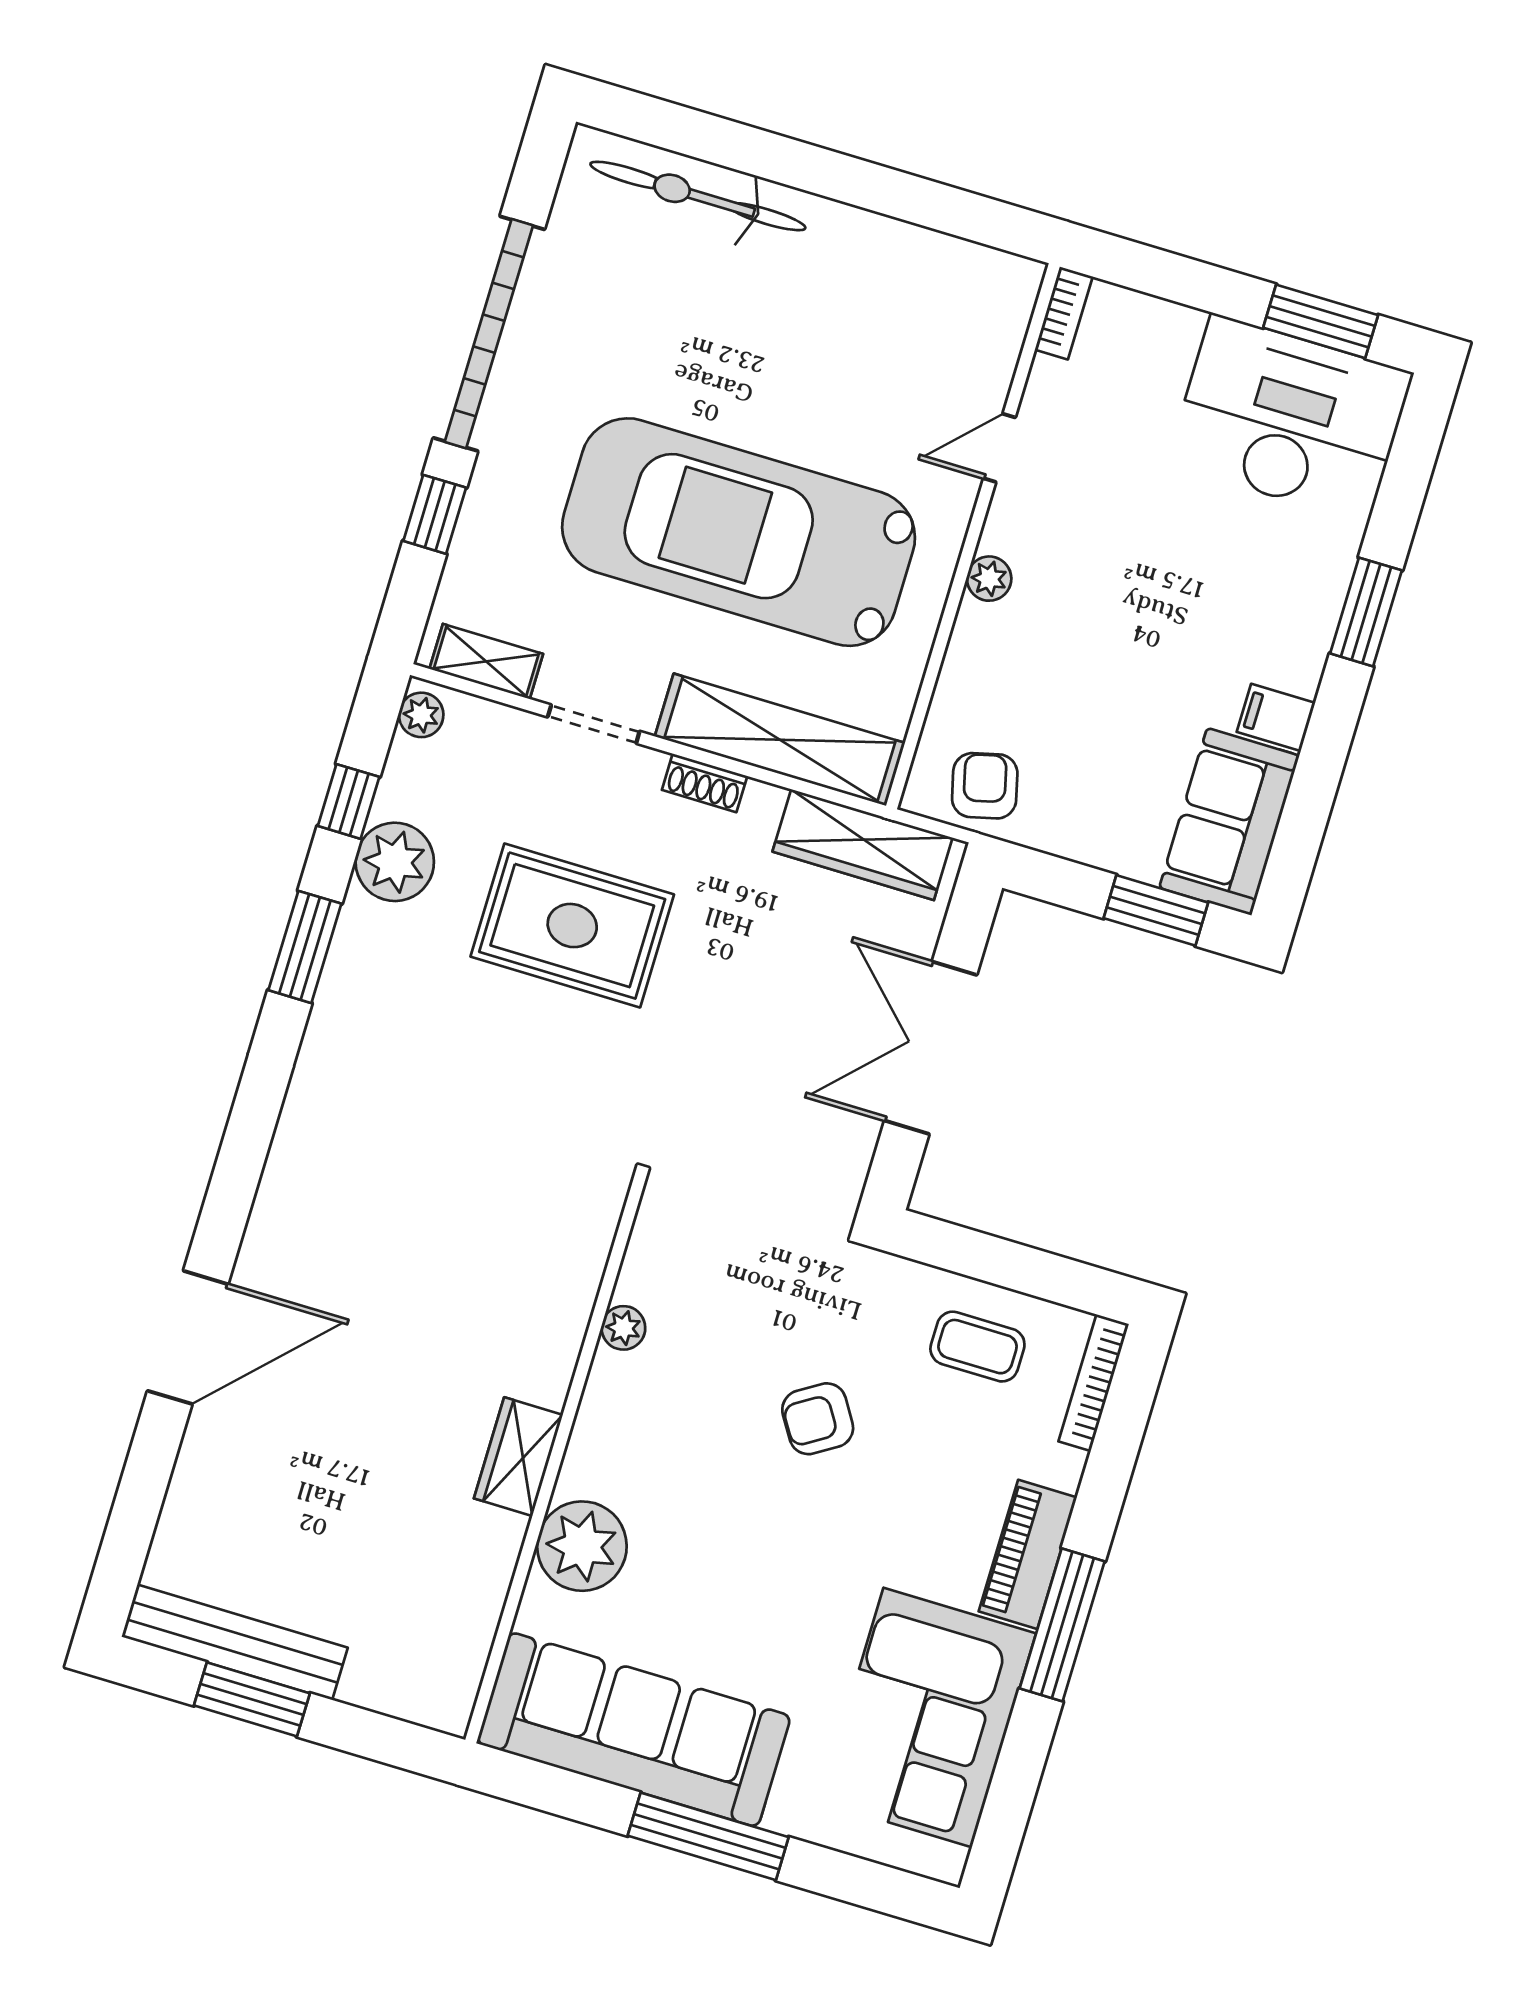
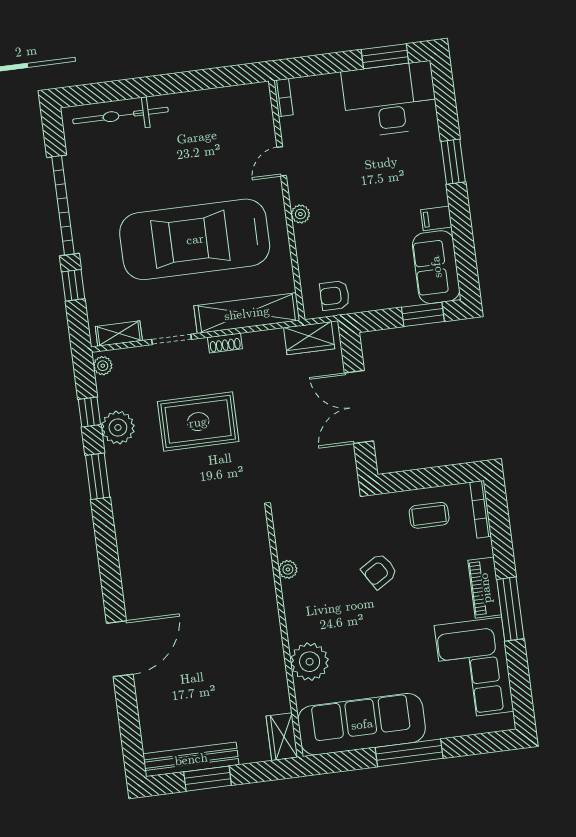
armchair: (985, 786) -> (335, 296), turned -76
wardrobe: (863, 845) -> (309, 338), width x0.67
wardrobe: (518, 1457) -> (282, 737), moved

